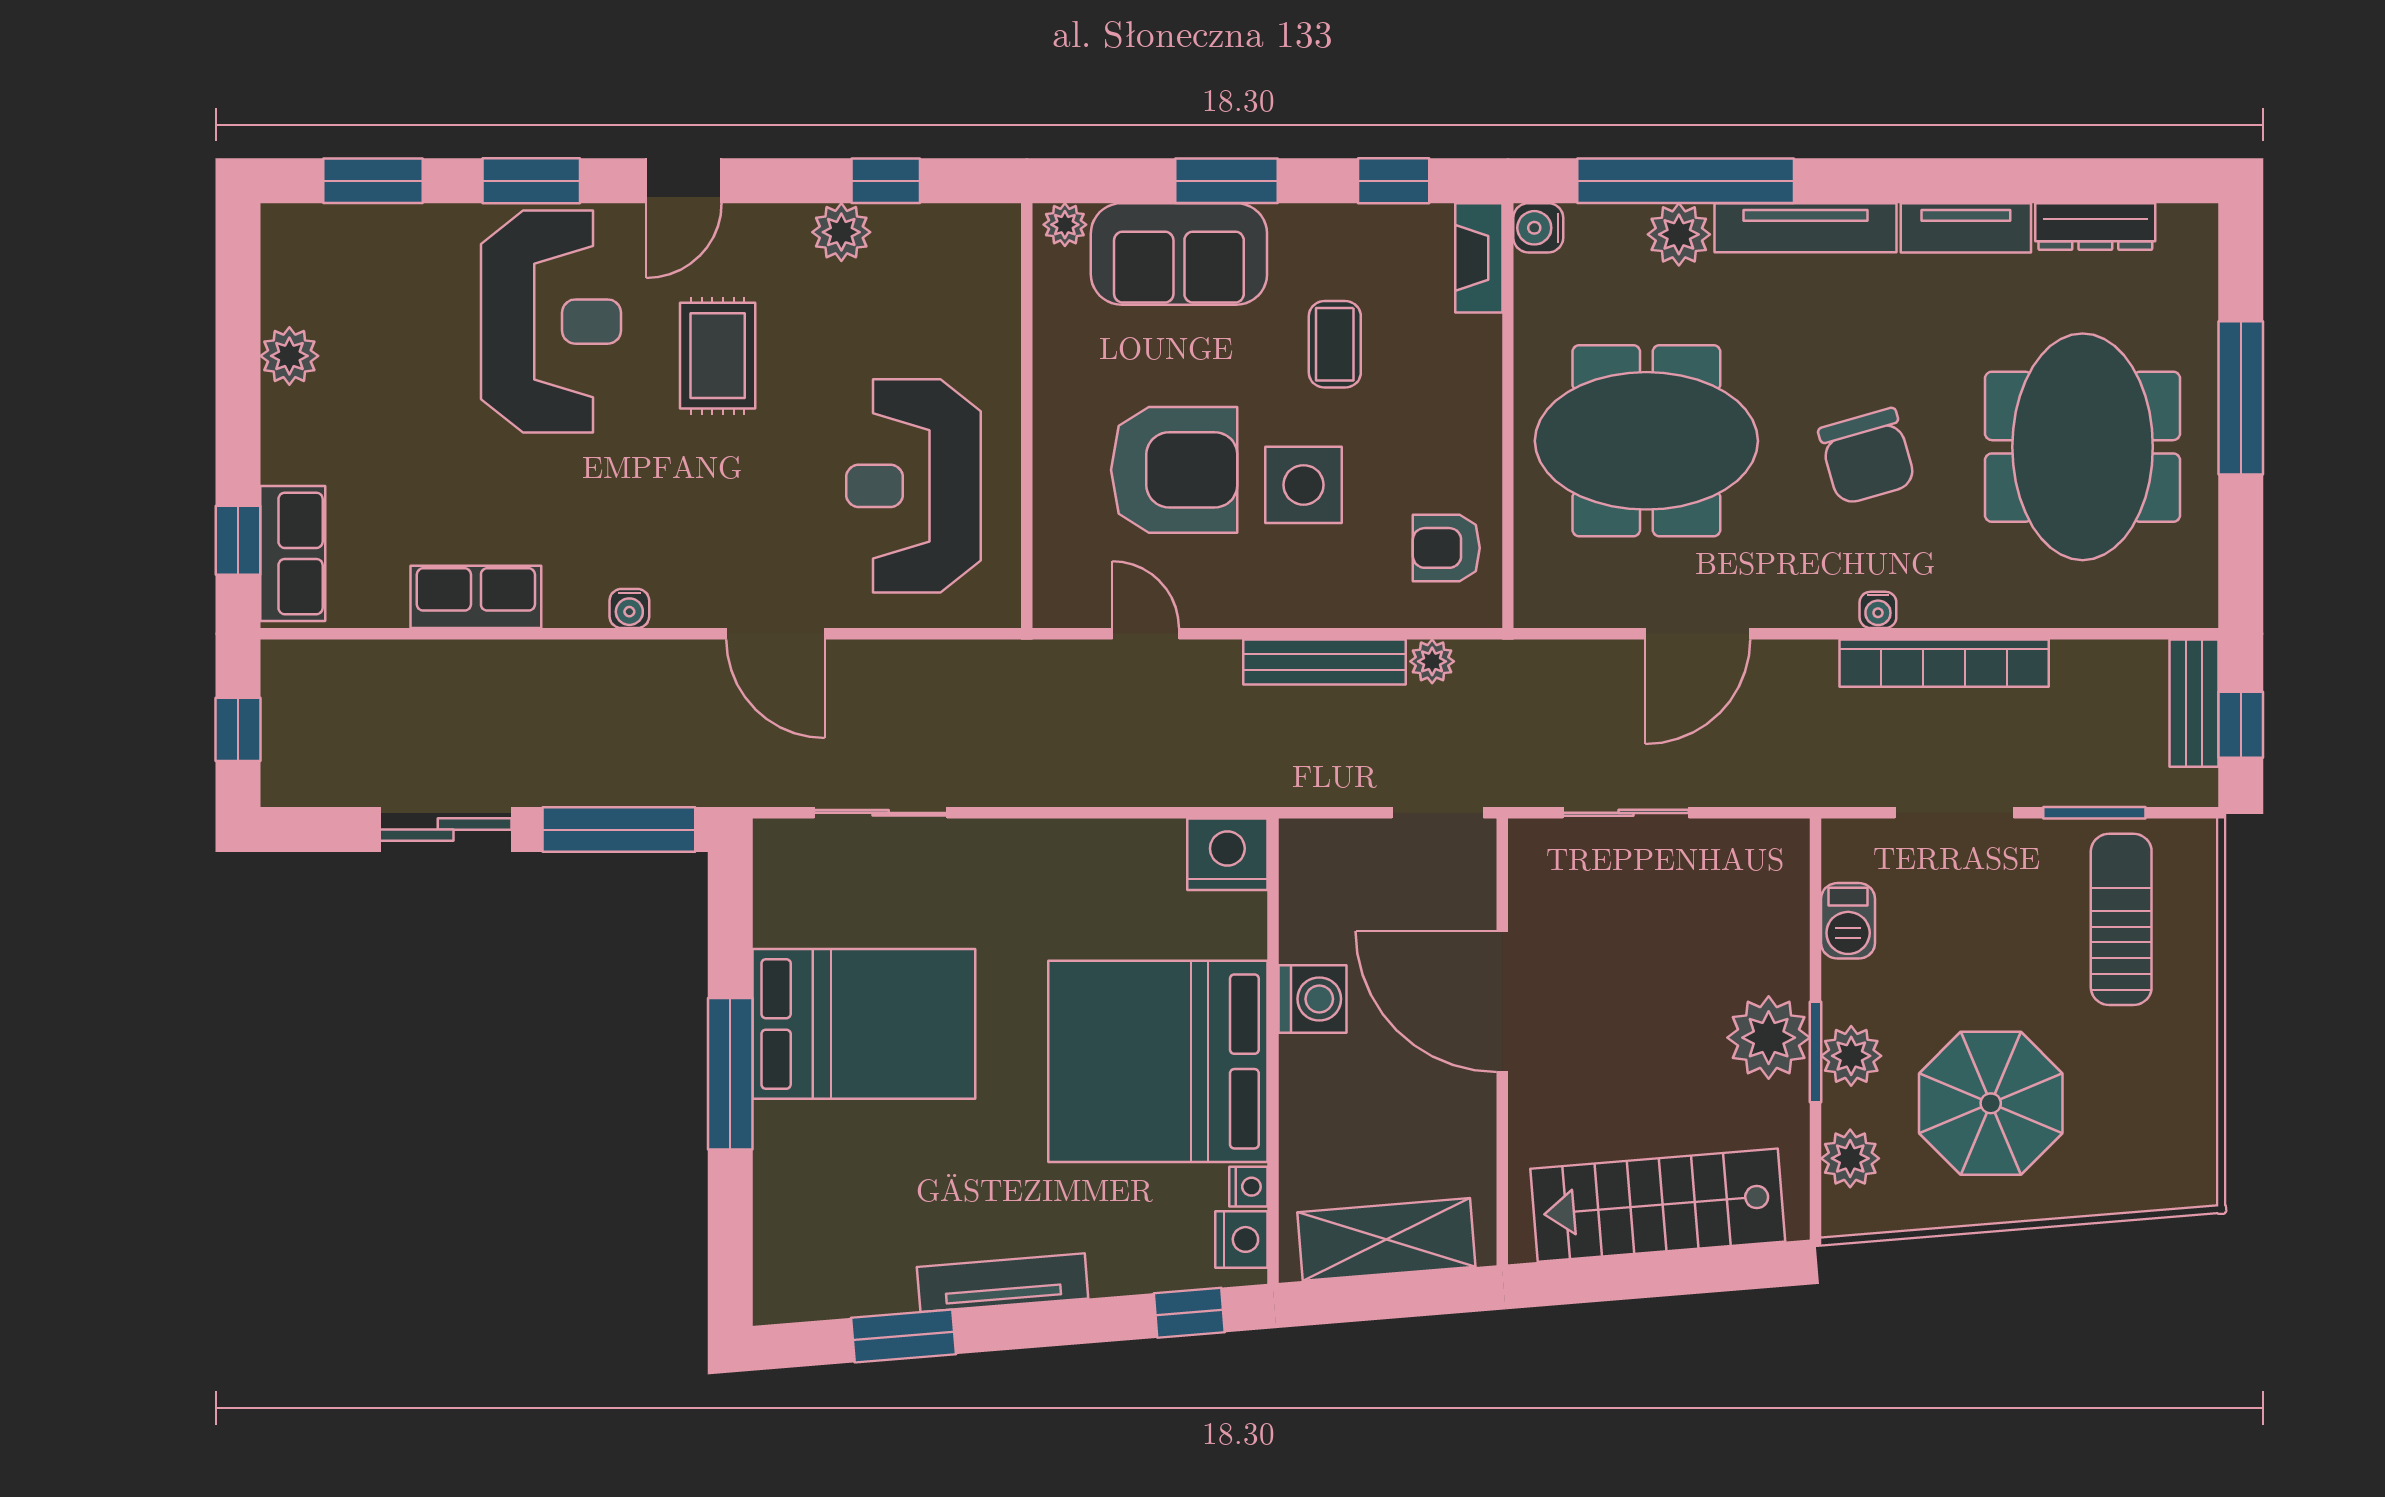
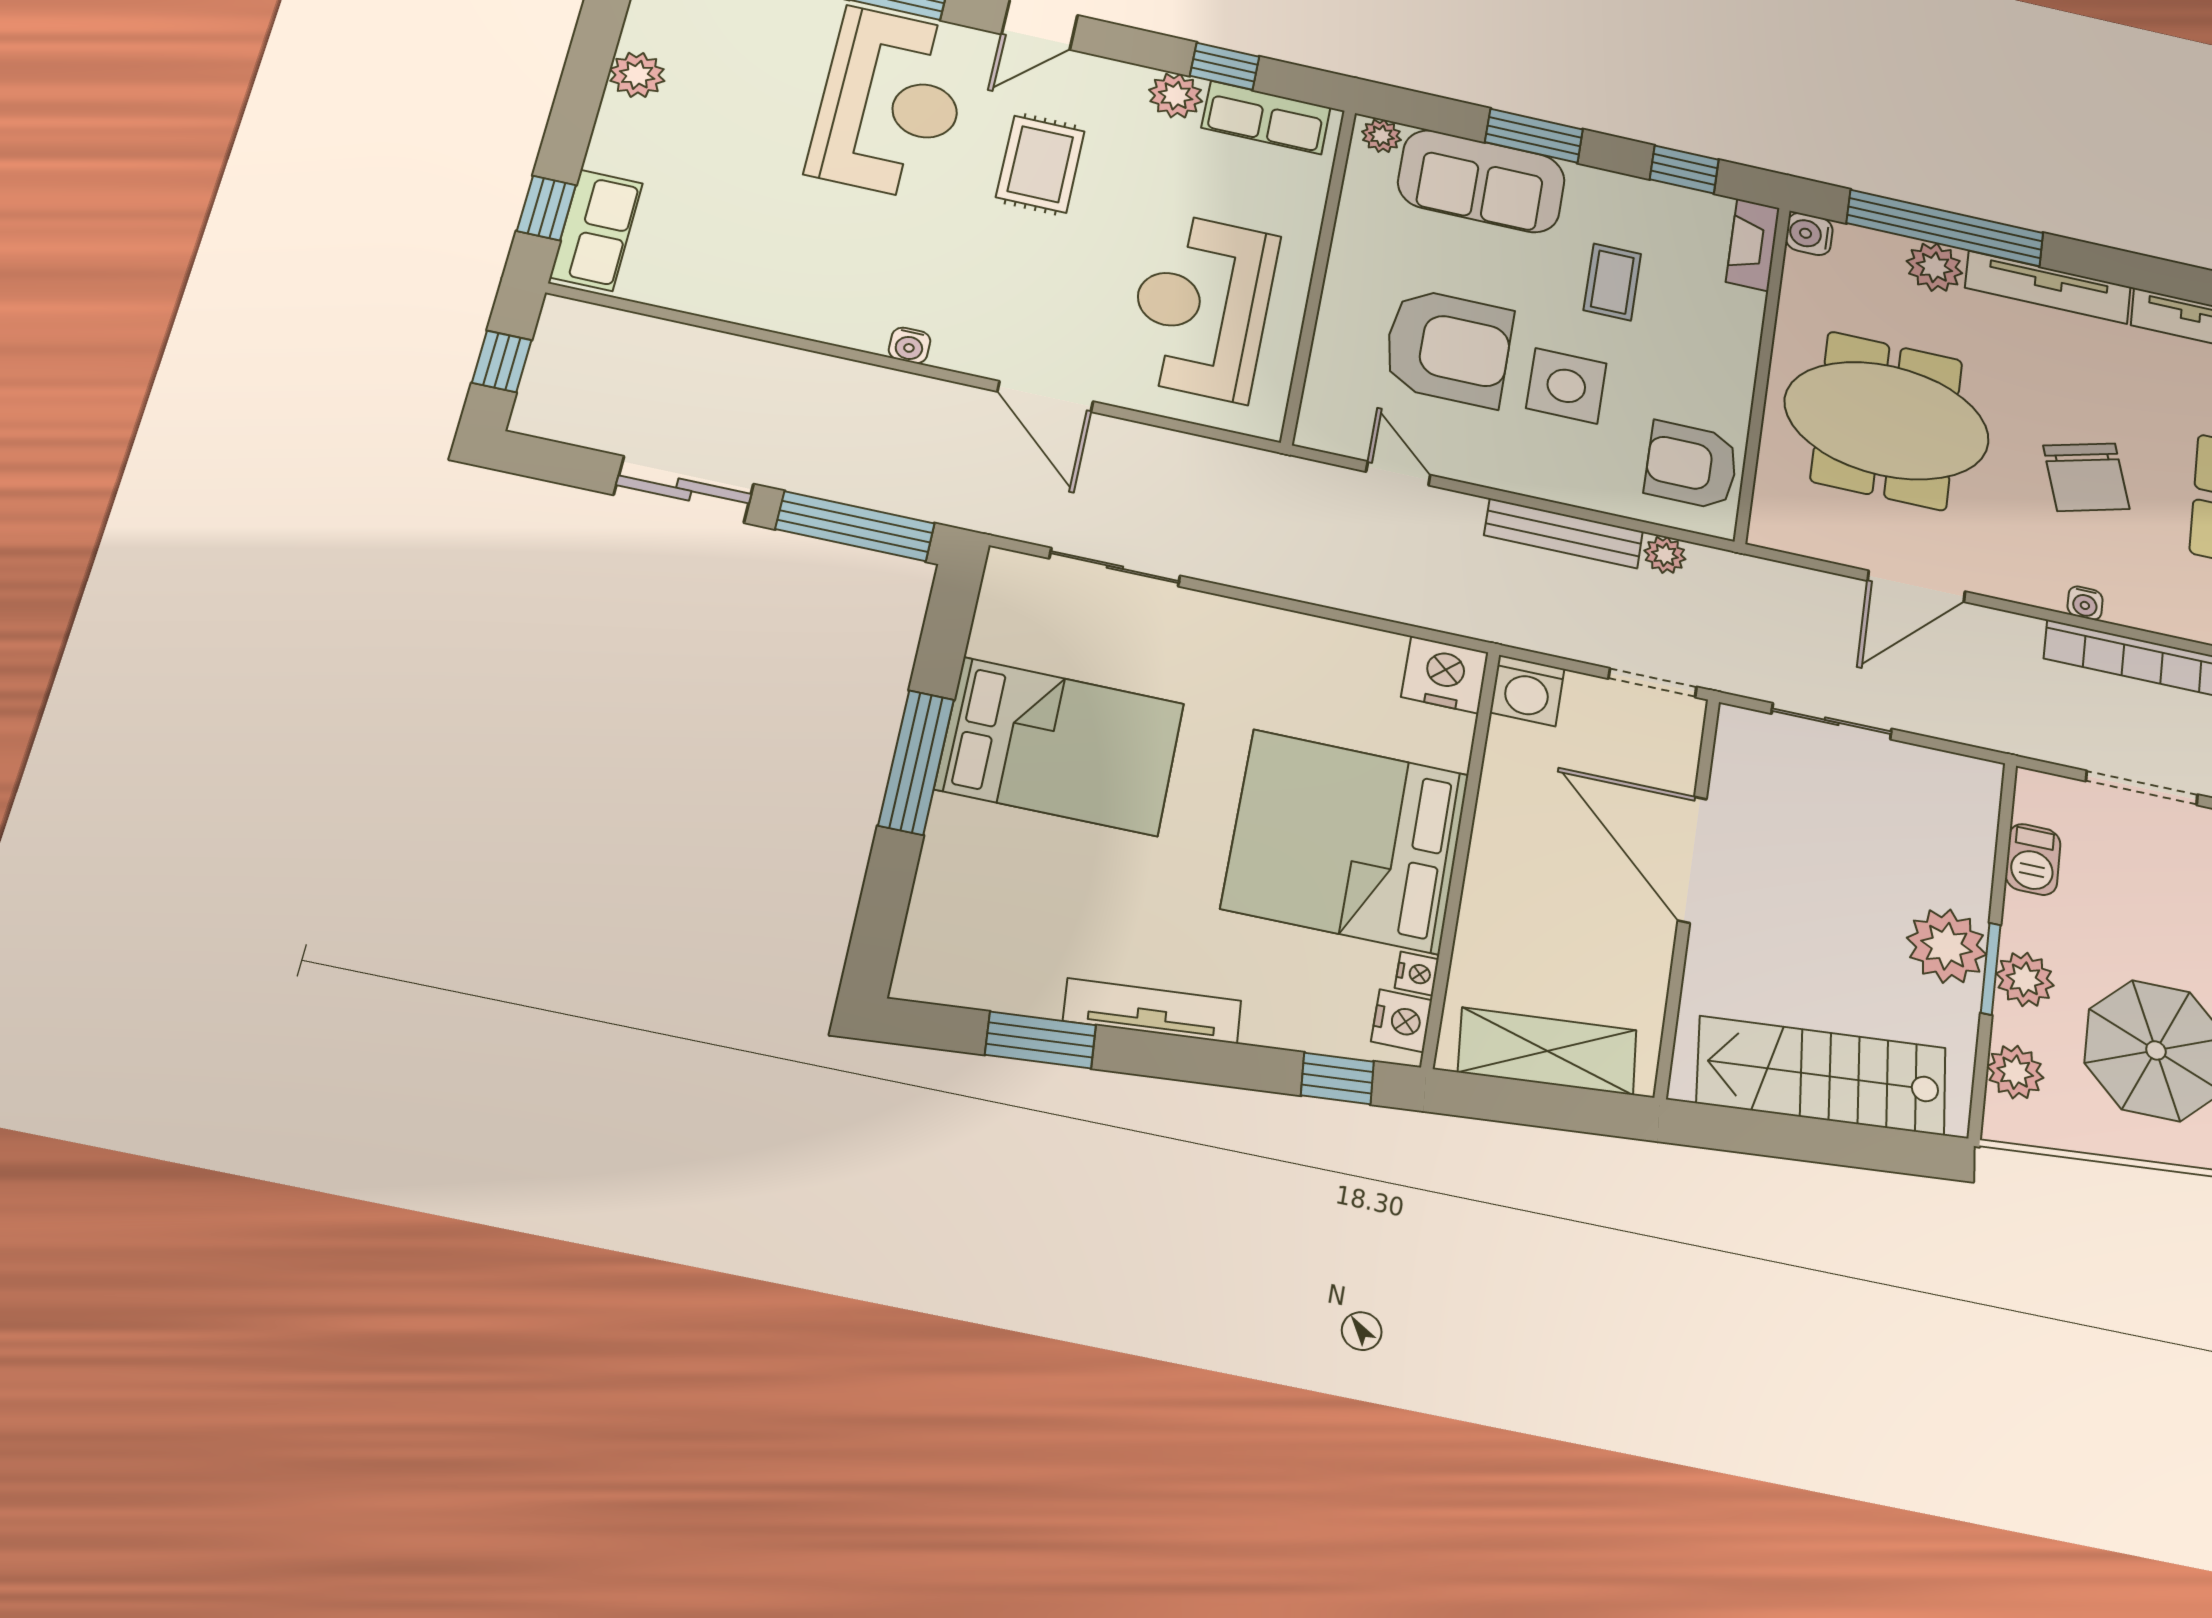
armchair: (1446, 548) -> (1691, 465), width x1.38, depth x1.38
row of seats: (476, 597) -> (1266, 118), moved, turned 180
washing machine: (1312, 999) -> (1527, 691), moved, turned 90

